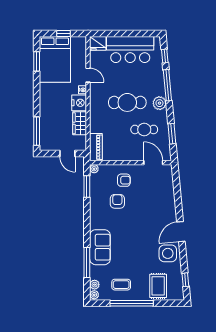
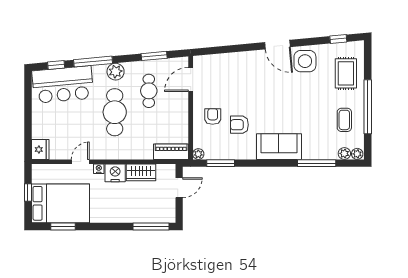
bar counter: (130, 50) -> (63, 85), moved, turned 85
sofa: (100, 247) -> (279, 147), moved
rug: (158, 286) -> (346, 73), turned 90

